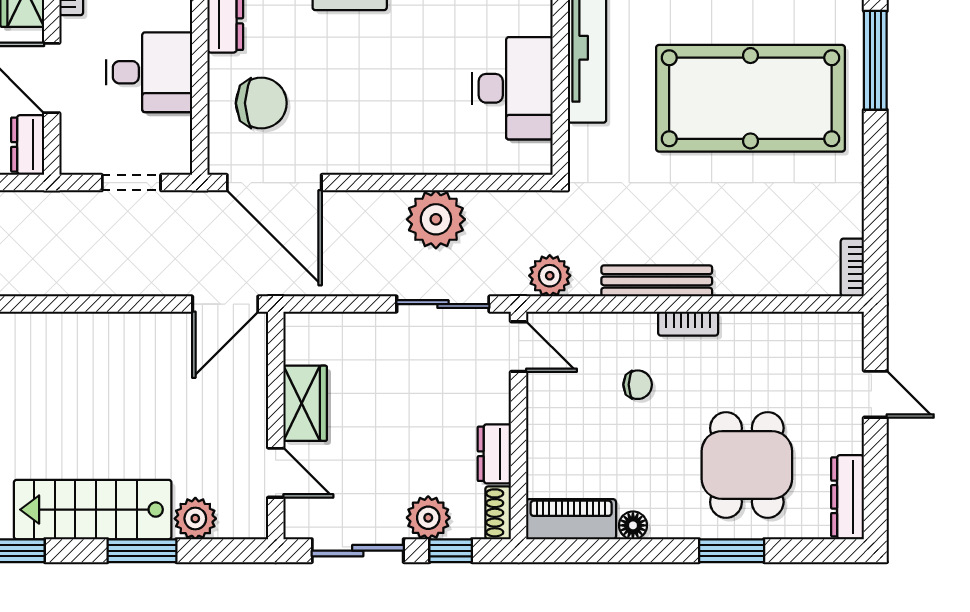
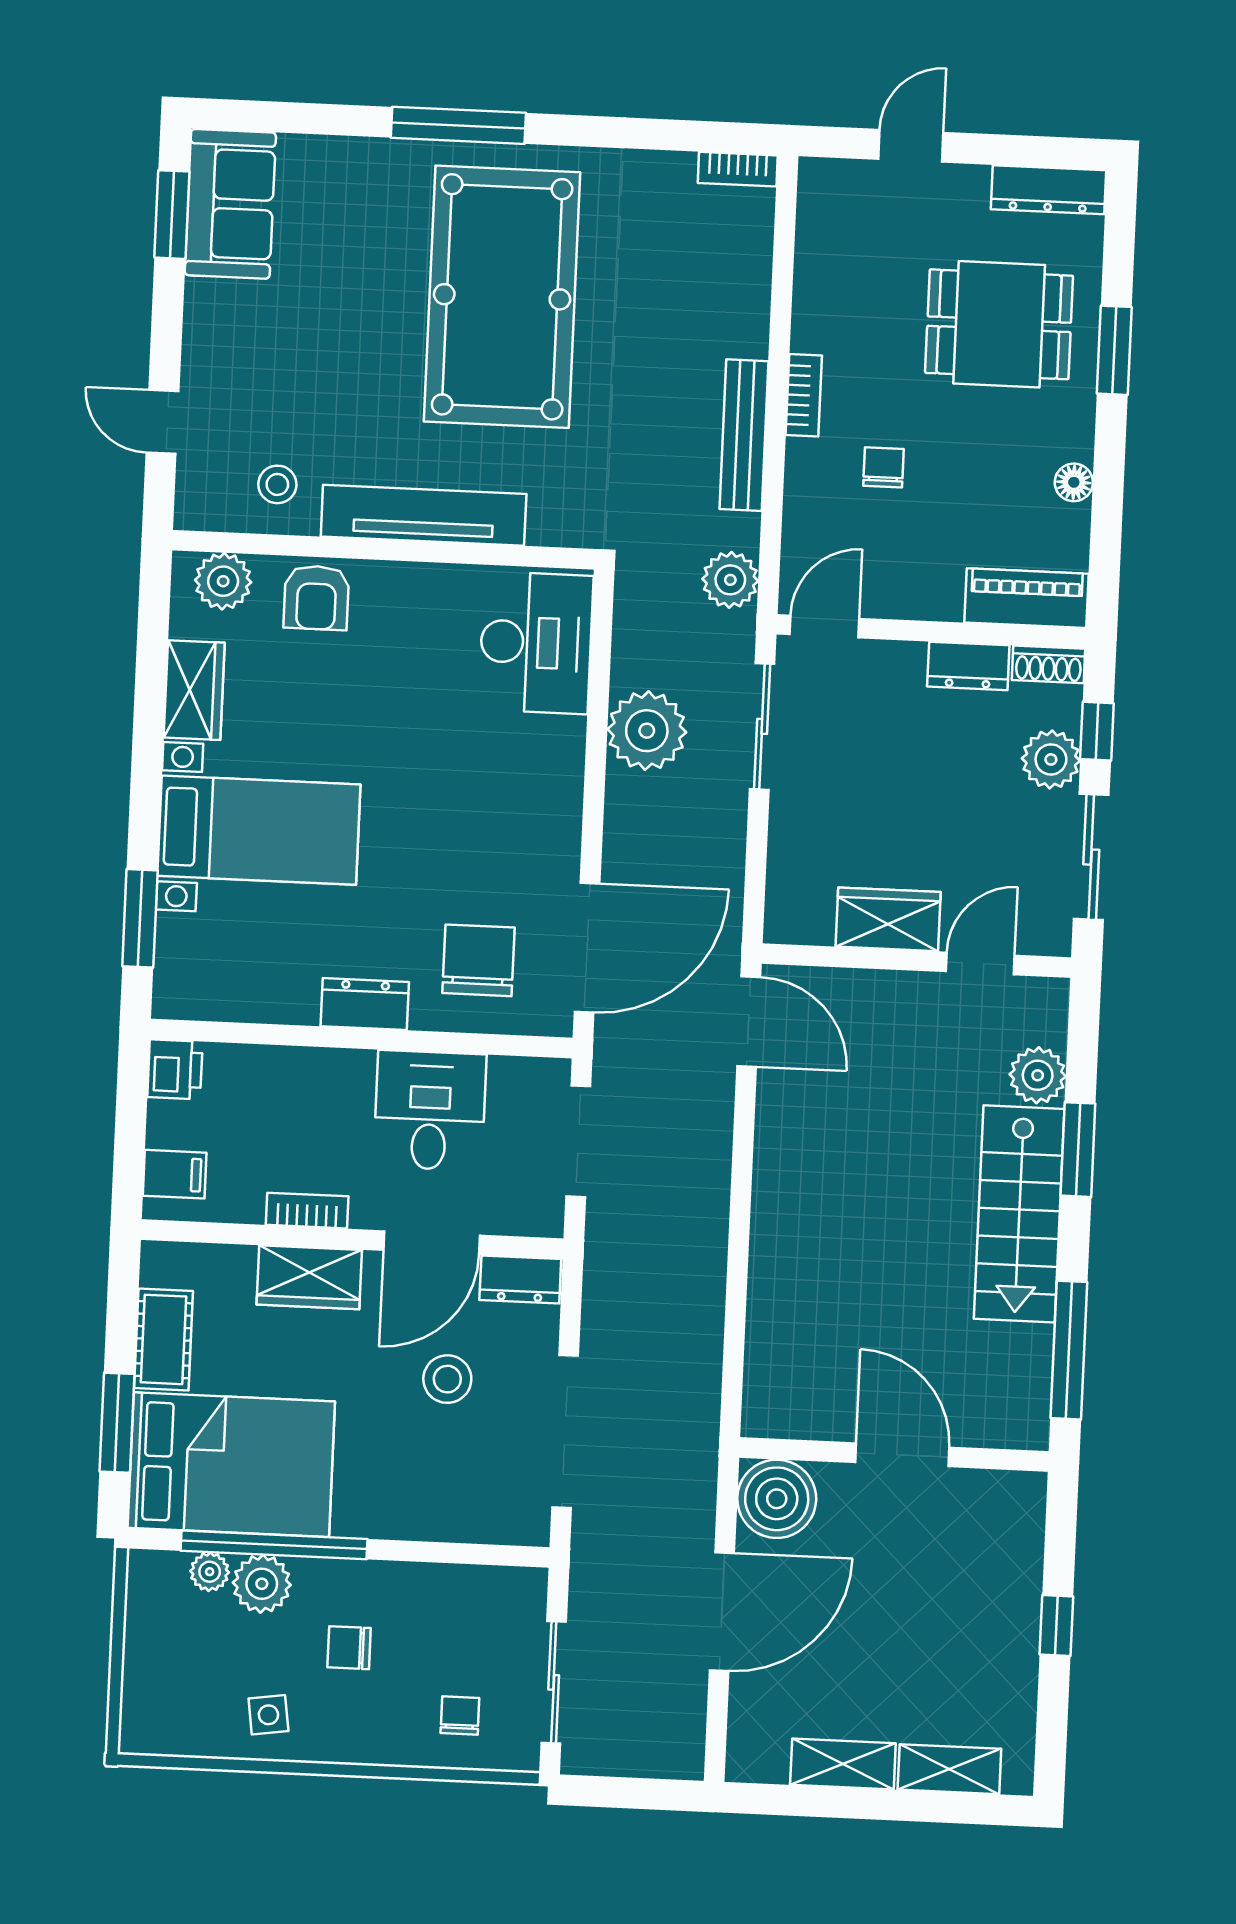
desk: (512, 88) -> (536, 643), moved, turned 90
doorway: (131, 183) -> (578, 1141), width x1.38
piano: (571, 519) -> (1026, 598), moved, turned 90

